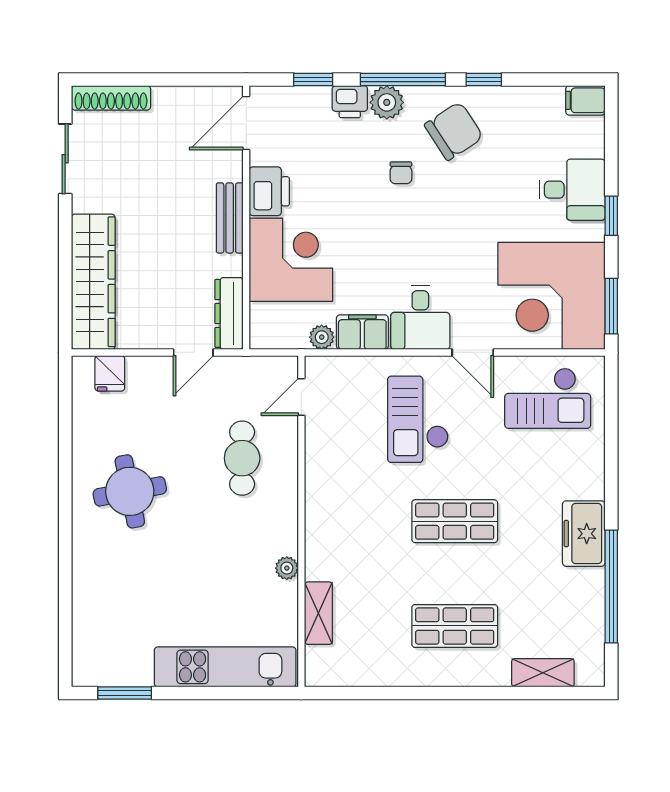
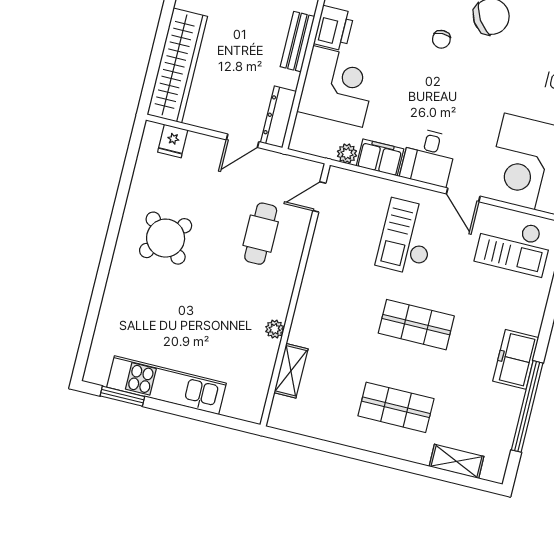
round table: (130, 491) -> (166, 238), turned -36
kitchen unit: (225, 667) -> (167, 385), moved

